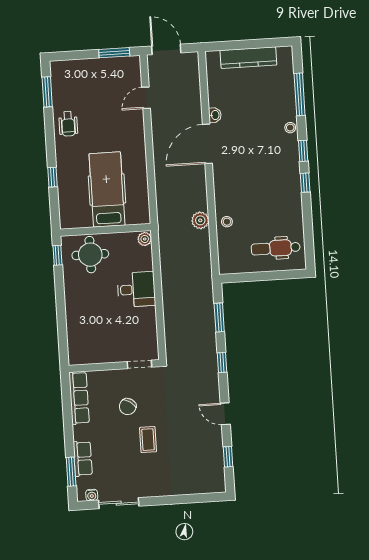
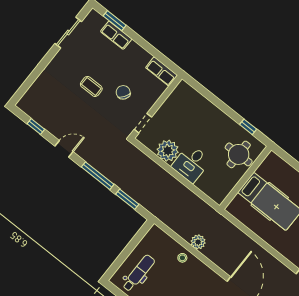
plant: (145, 239) -> (168, 151), moved, width x1.88, depth x1.88
window: (57, 255) -> (248, 127), moved
window: (222, 363) -> (98, 176), width x2.17
row of seats: (79, 398) -> (161, 71), width x0.68
water cooler: (92, 495) -> (88, 20), removed

